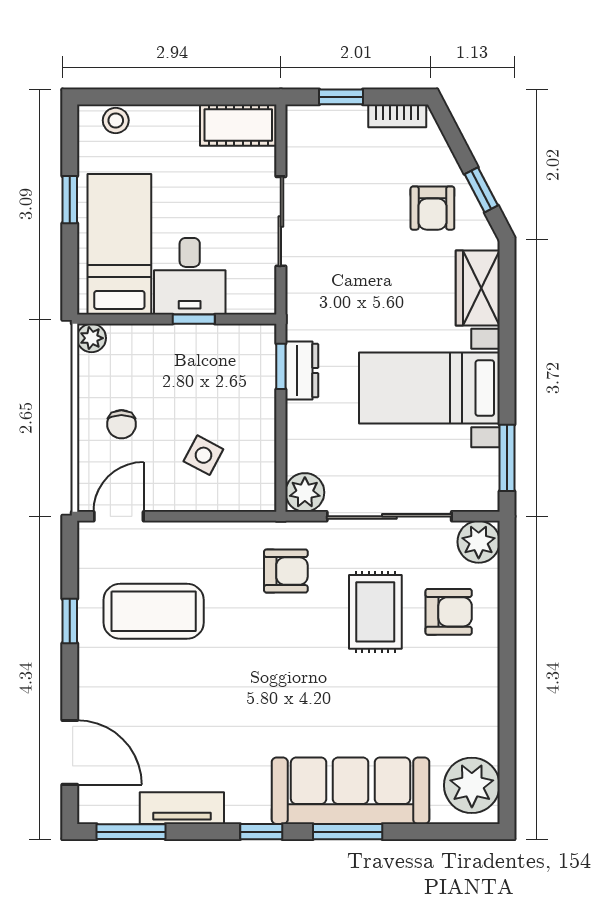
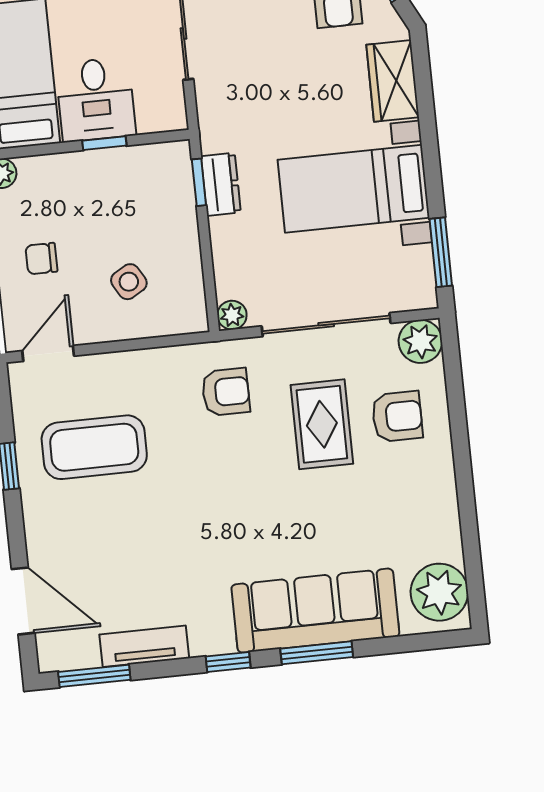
chair: (121, 424) -> (41, 259), turned 90
side table: (203, 455) -> (129, 282), turned 32
plant: (305, 492) -> (232, 315), width x0.73, depth x0.73

